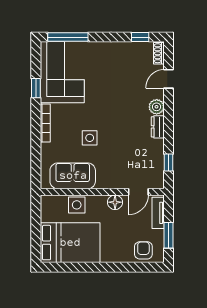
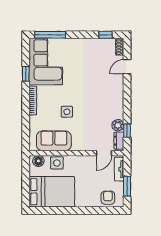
plant: (157, 107) -> (118, 125), moved
dresser: (158, 127) -> (119, 141), moved
floor lamp: (115, 202) -> (38, 161), moved

